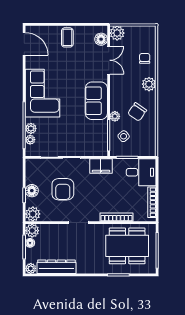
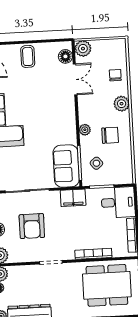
sofa: (96, 101) -> (66, 166), moved
chair: (137, 112) -> (110, 135), turned -125
plant: (115, 116) -> (85, 130), moved

